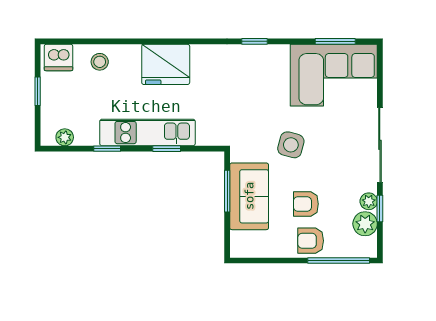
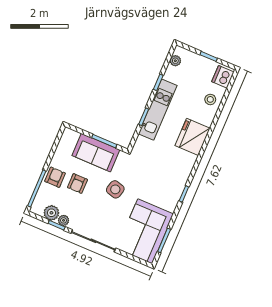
armchair: (306, 204) -> (77, 183), turned 180

